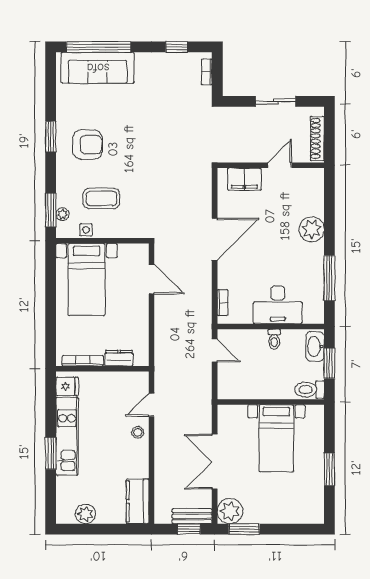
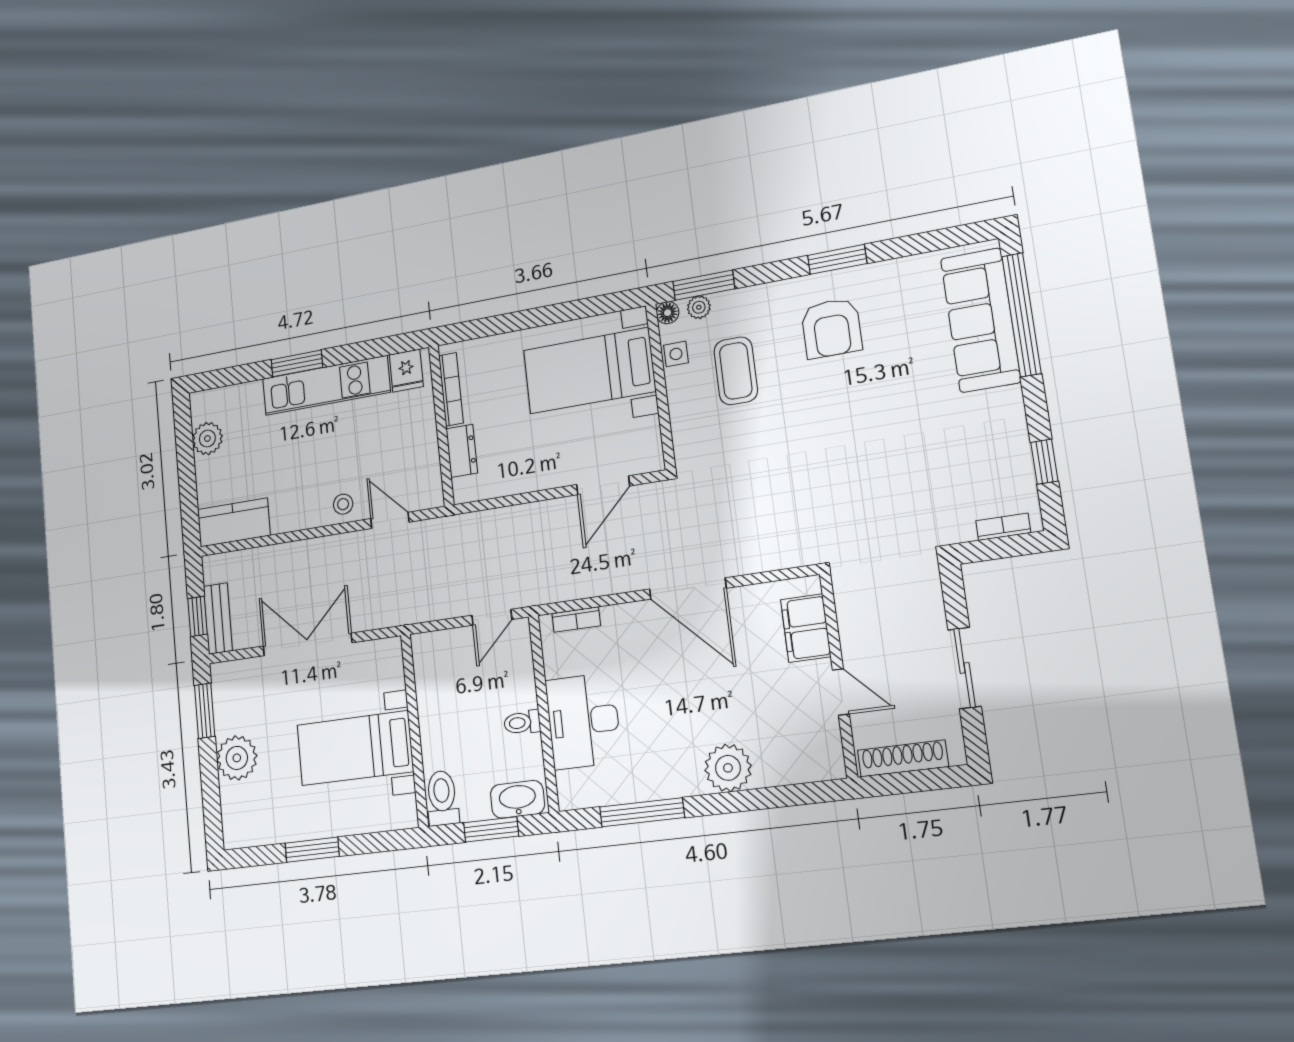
floor lamp: (62, 232) -> (668, 313), added
plant: (230, 511) -> (237, 758), moved

